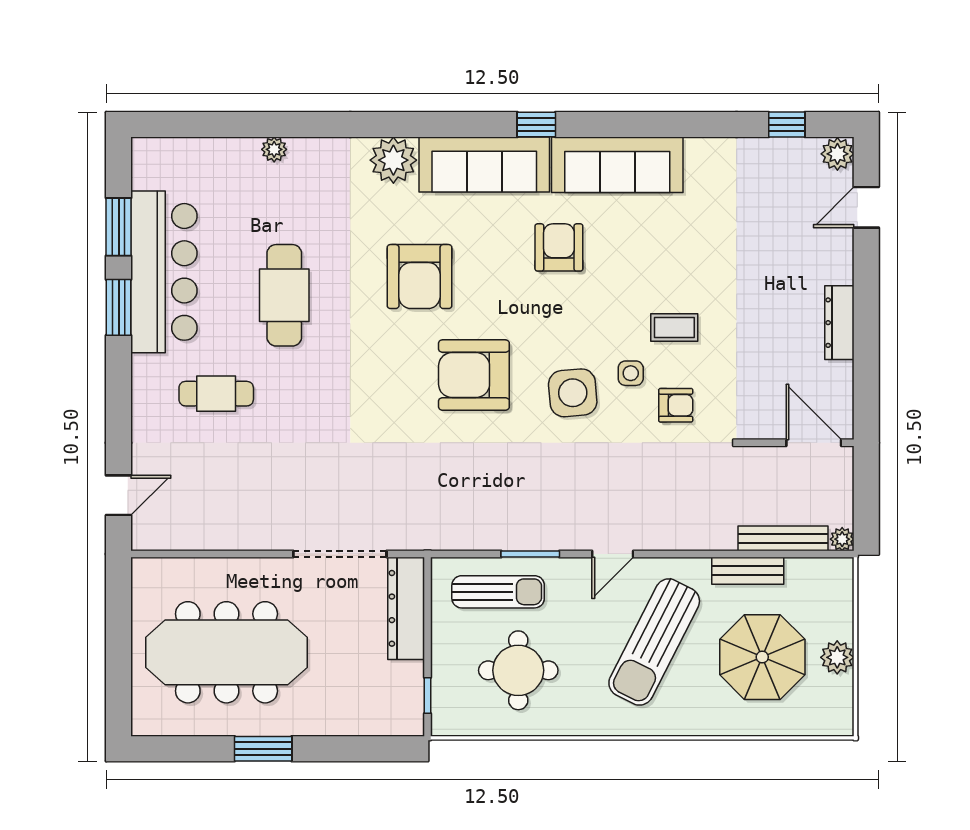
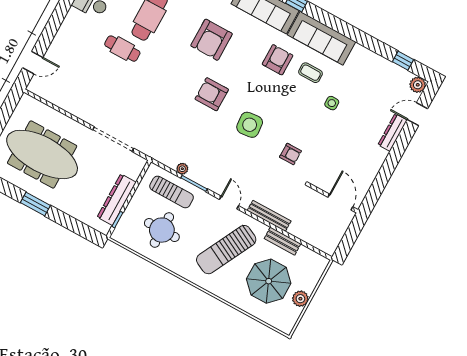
dresser: (839, 323) -> (393, 133), moved
coffee table: (674, 328) -> (311, 73), moved
side table: (631, 373) -> (332, 103), moved
armchair: (474, 375) -> (212, 94), width x0.73, depth x0.73
cafe table: (216, 394) -> (122, 49), moved
bench: (783, 538) -> (269, 216), moved
plant: (842, 539) -> (182, 169), moved
door: (613, 554) -> (229, 203), swing flipped
dresser: (406, 608) -> (117, 200), moved

